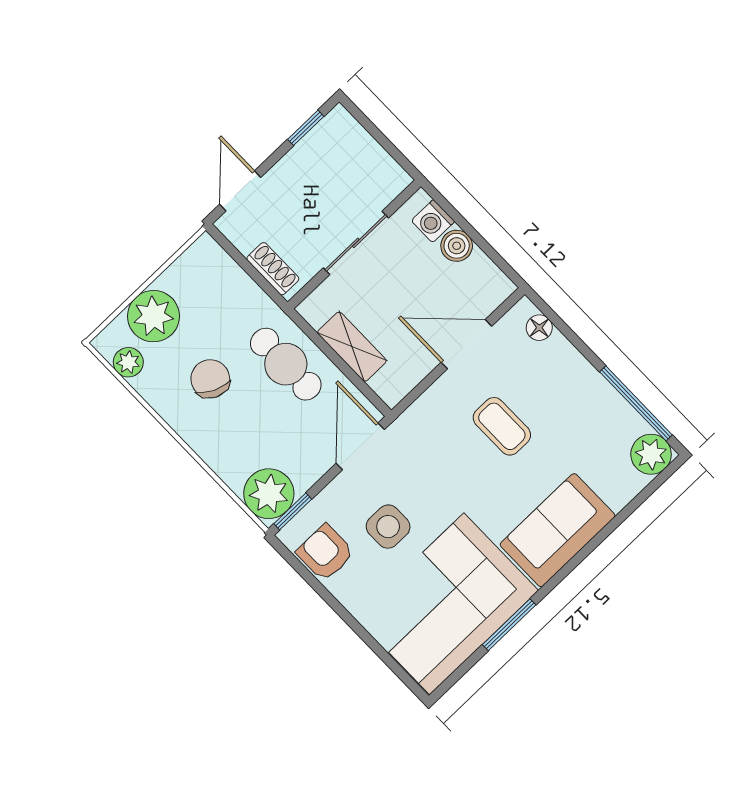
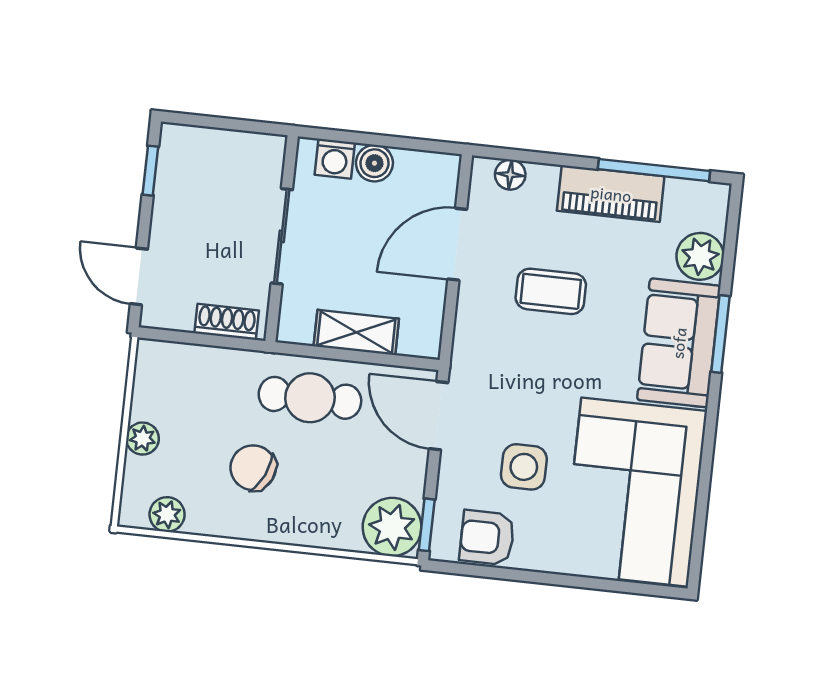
plant: (153, 316) -> (143, 439), width x0.53, depth x0.53
piano: (595, 395) -> (611, 194), added
plant: (651, 454) -> (700, 256), moved
window: (509, 625) -> (720, 334), moved

